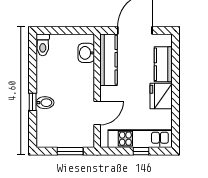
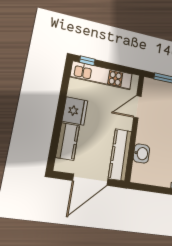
washbasin: (86, 53) -> (141, 154), moved
window: (141, 151) -> (87, 61), moved

